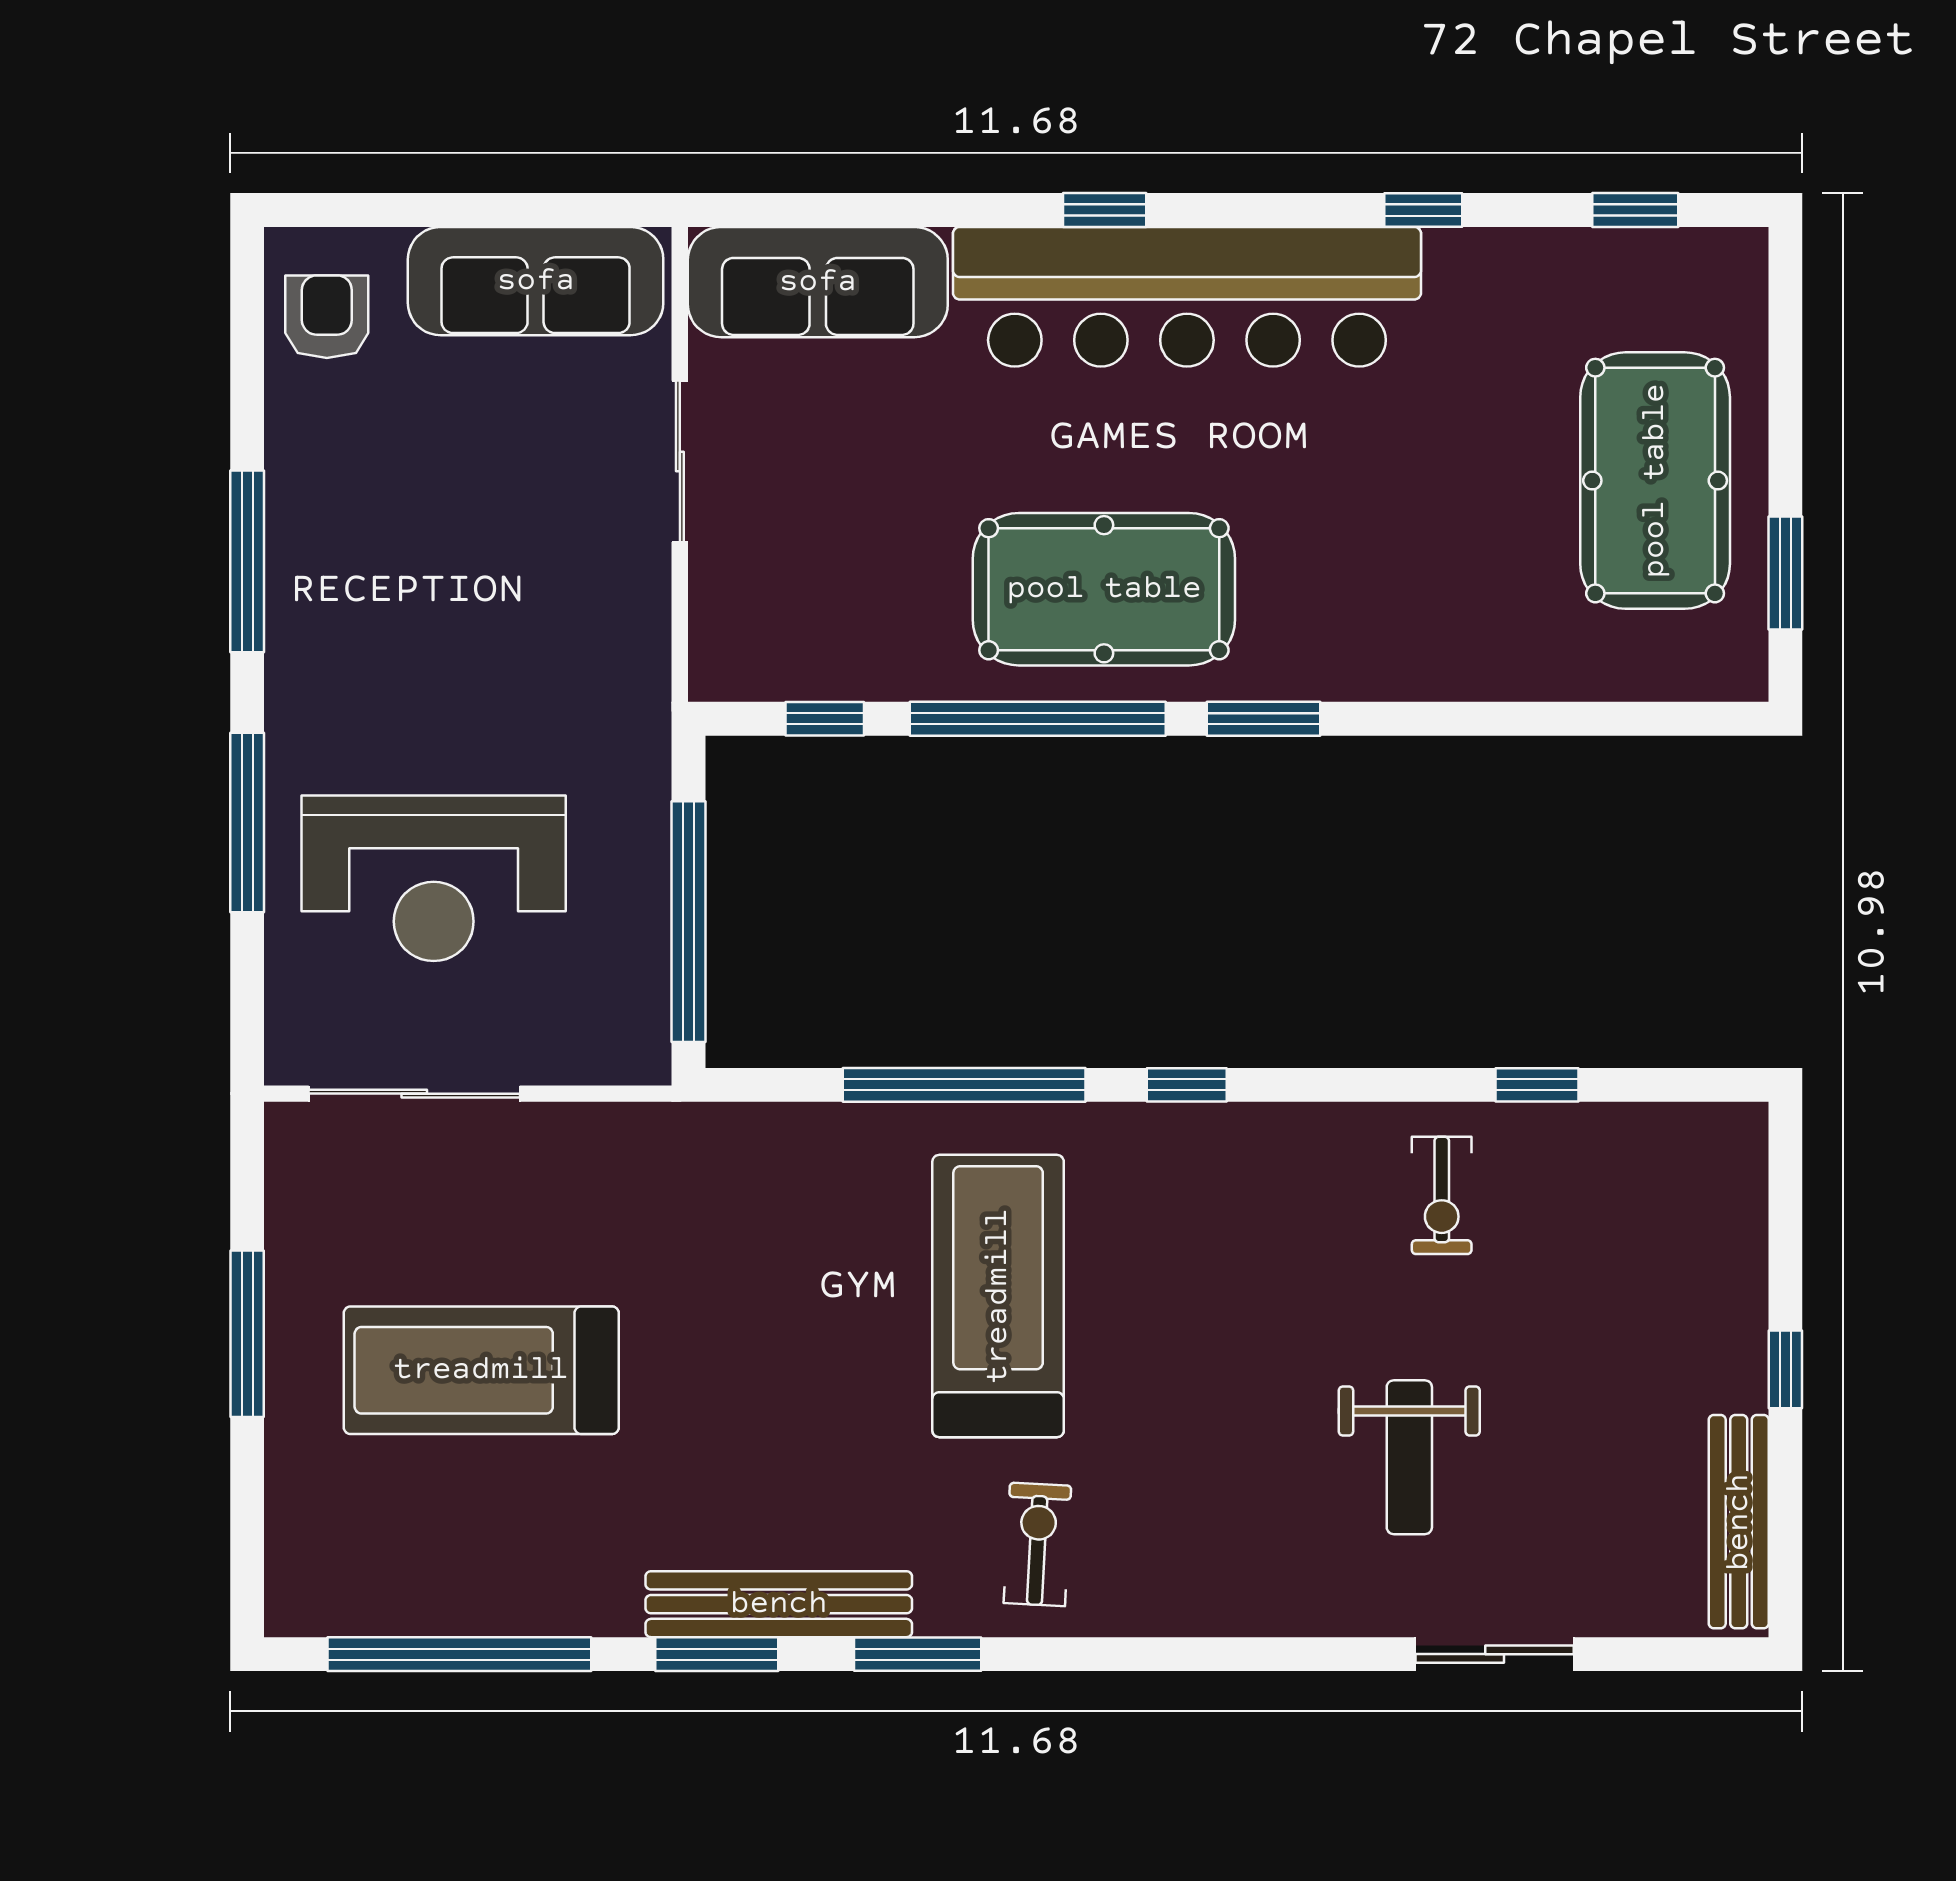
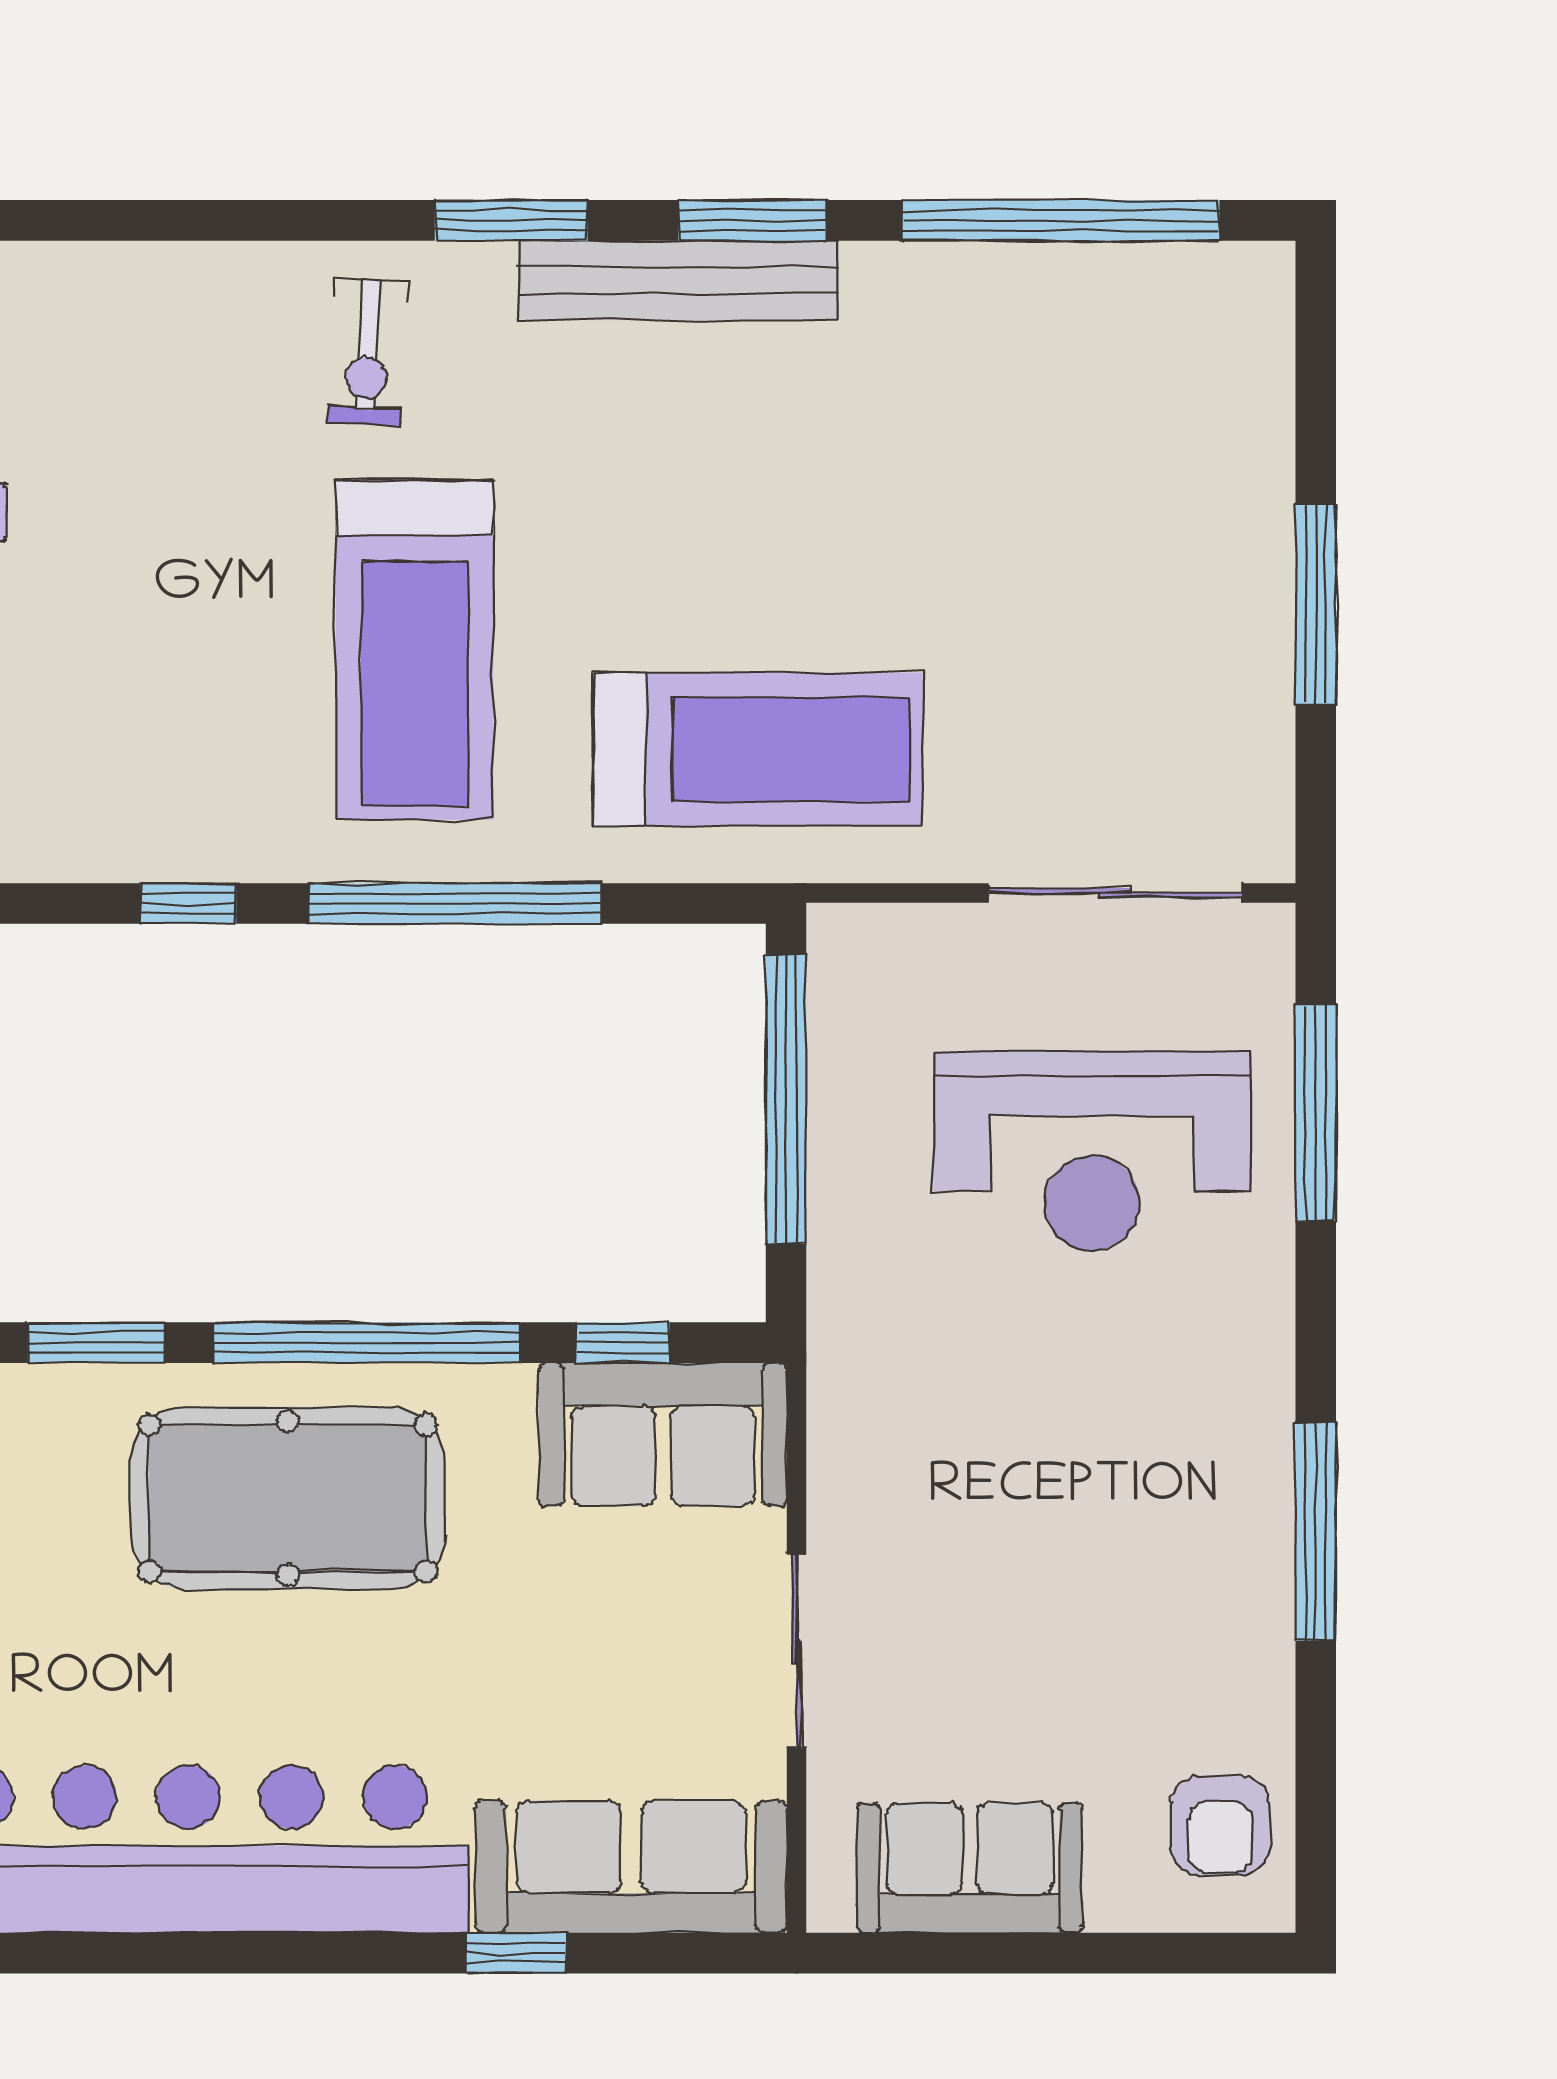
window: (1105, 210) -> (516, 1953), moved
sofa: (536, 281) -> (970, 1868), width x0.73
sofa: (791, 642) -> (663, 1435), added
window: (247, 822) -> (1316, 1113), moved
reception desk: (434, 878) -> (1092, 1151), turned 180
treadmill: (481, 1370) -> (758, 749), moved

